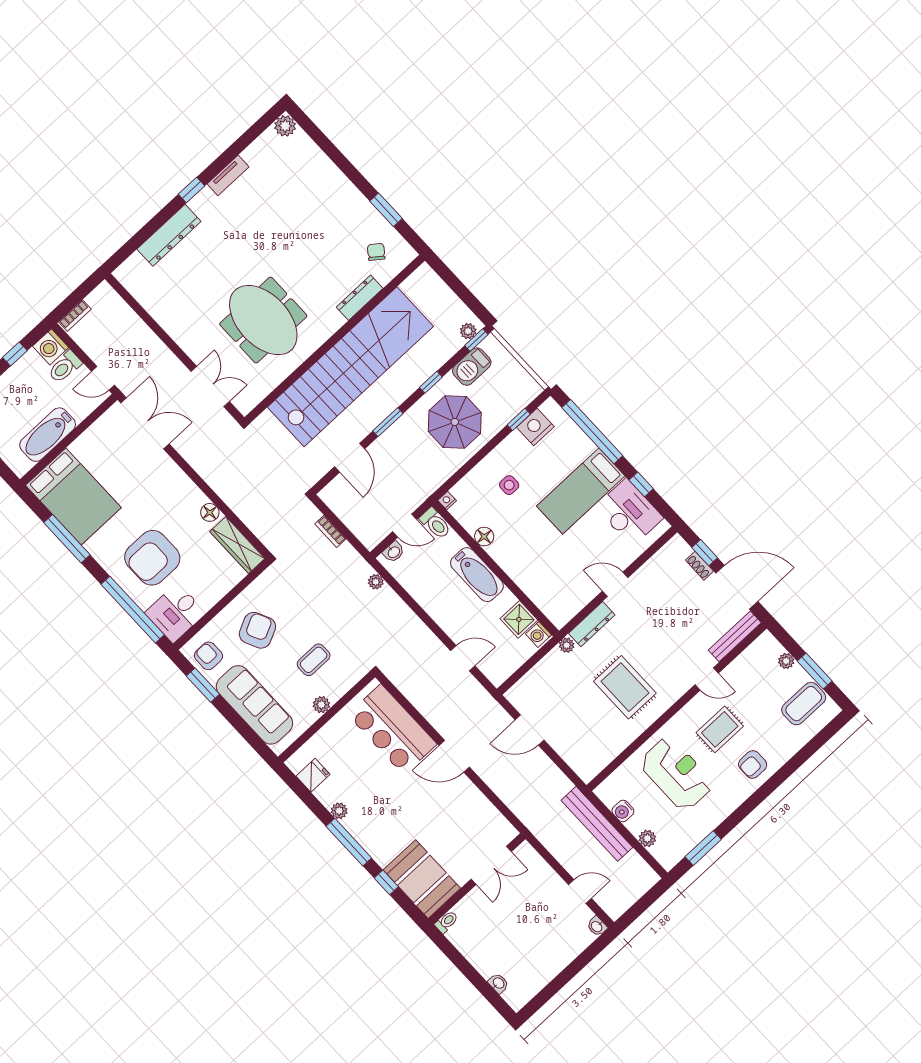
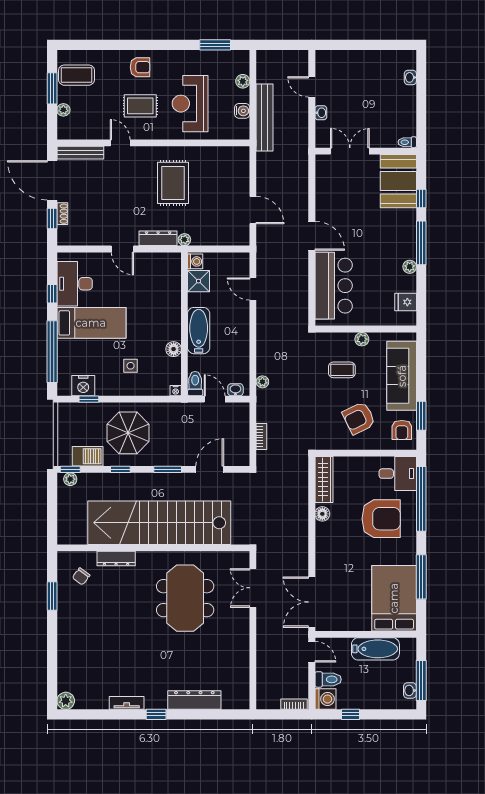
washbasin: (597, 926) -> (321, 113), moved

